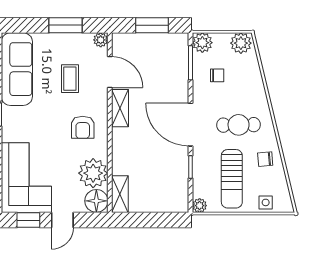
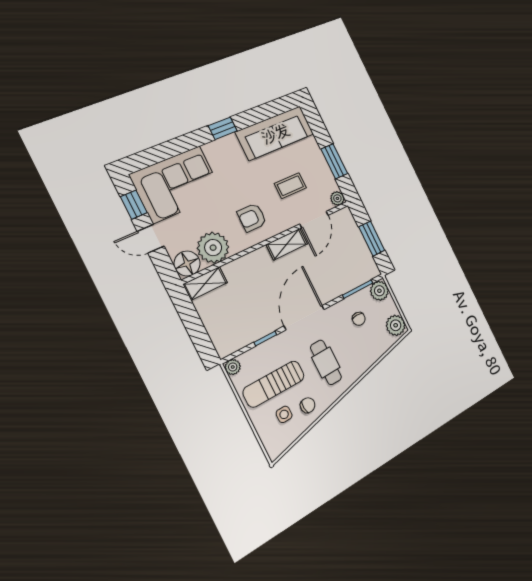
chair: (265, 159) -> (308, 405), turned 89
side table: (266, 202) -> (284, 414), moved

